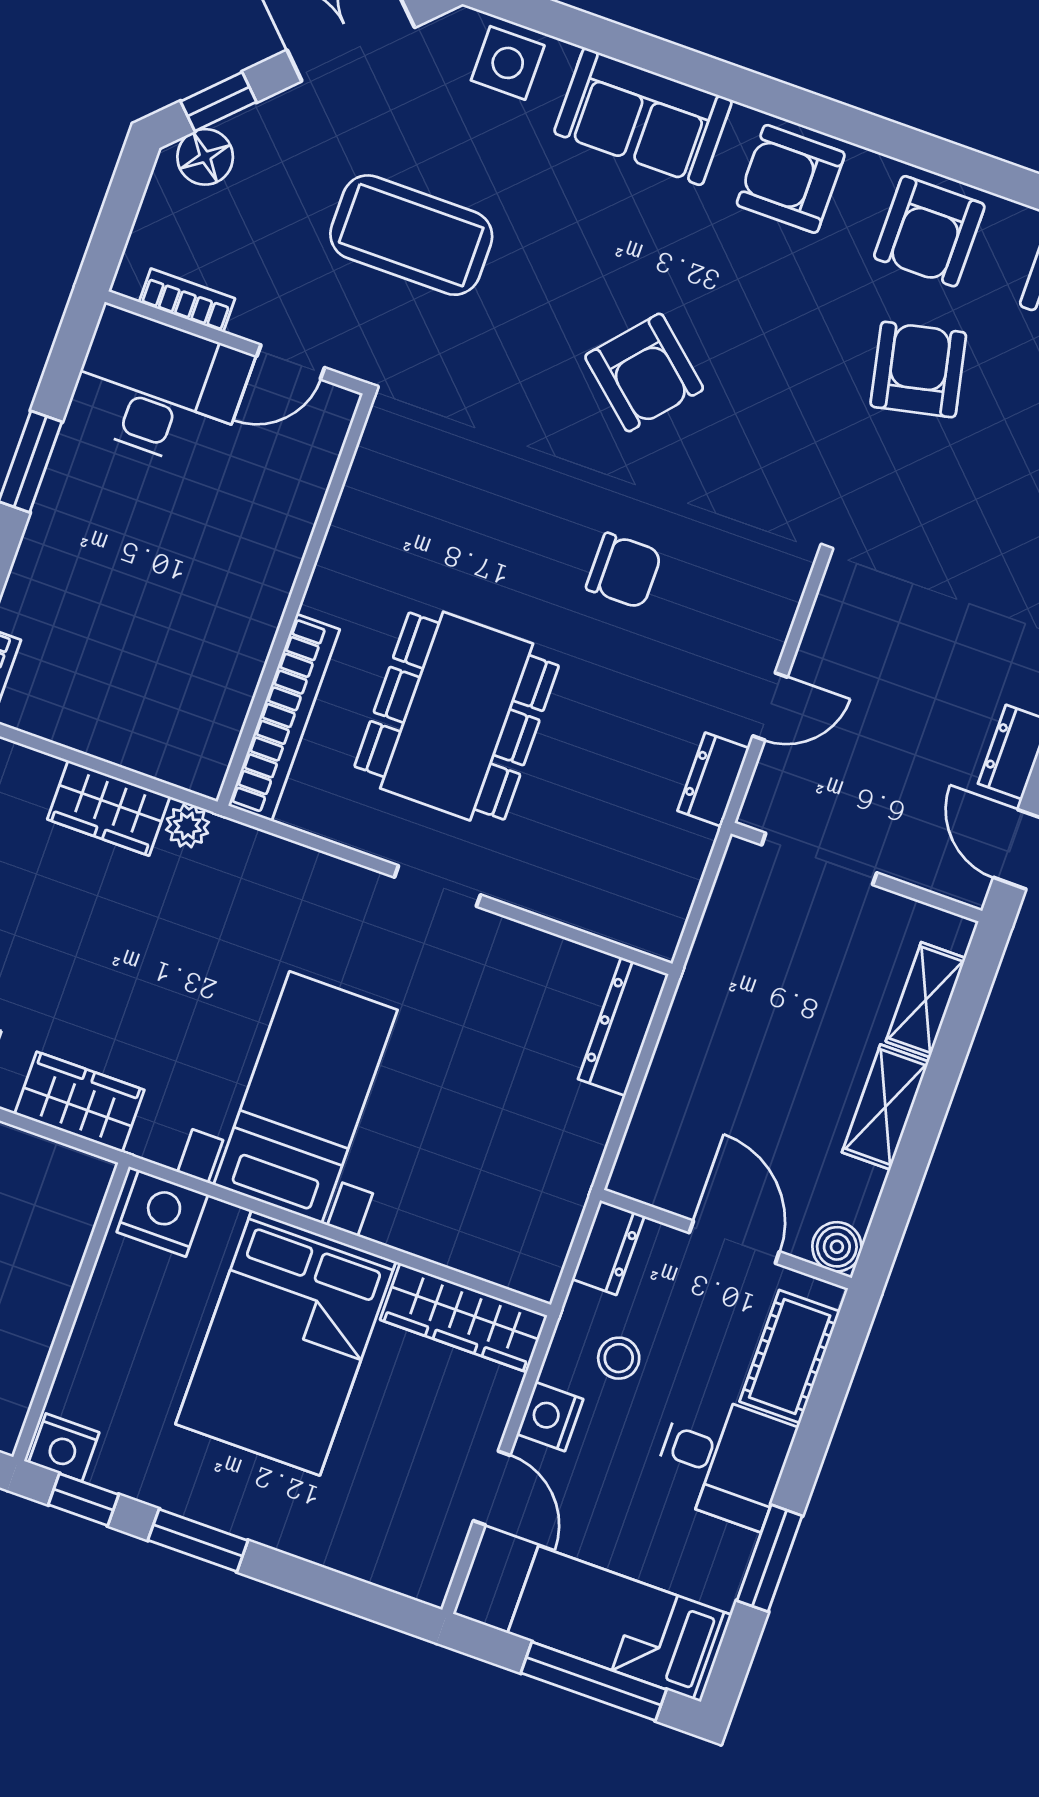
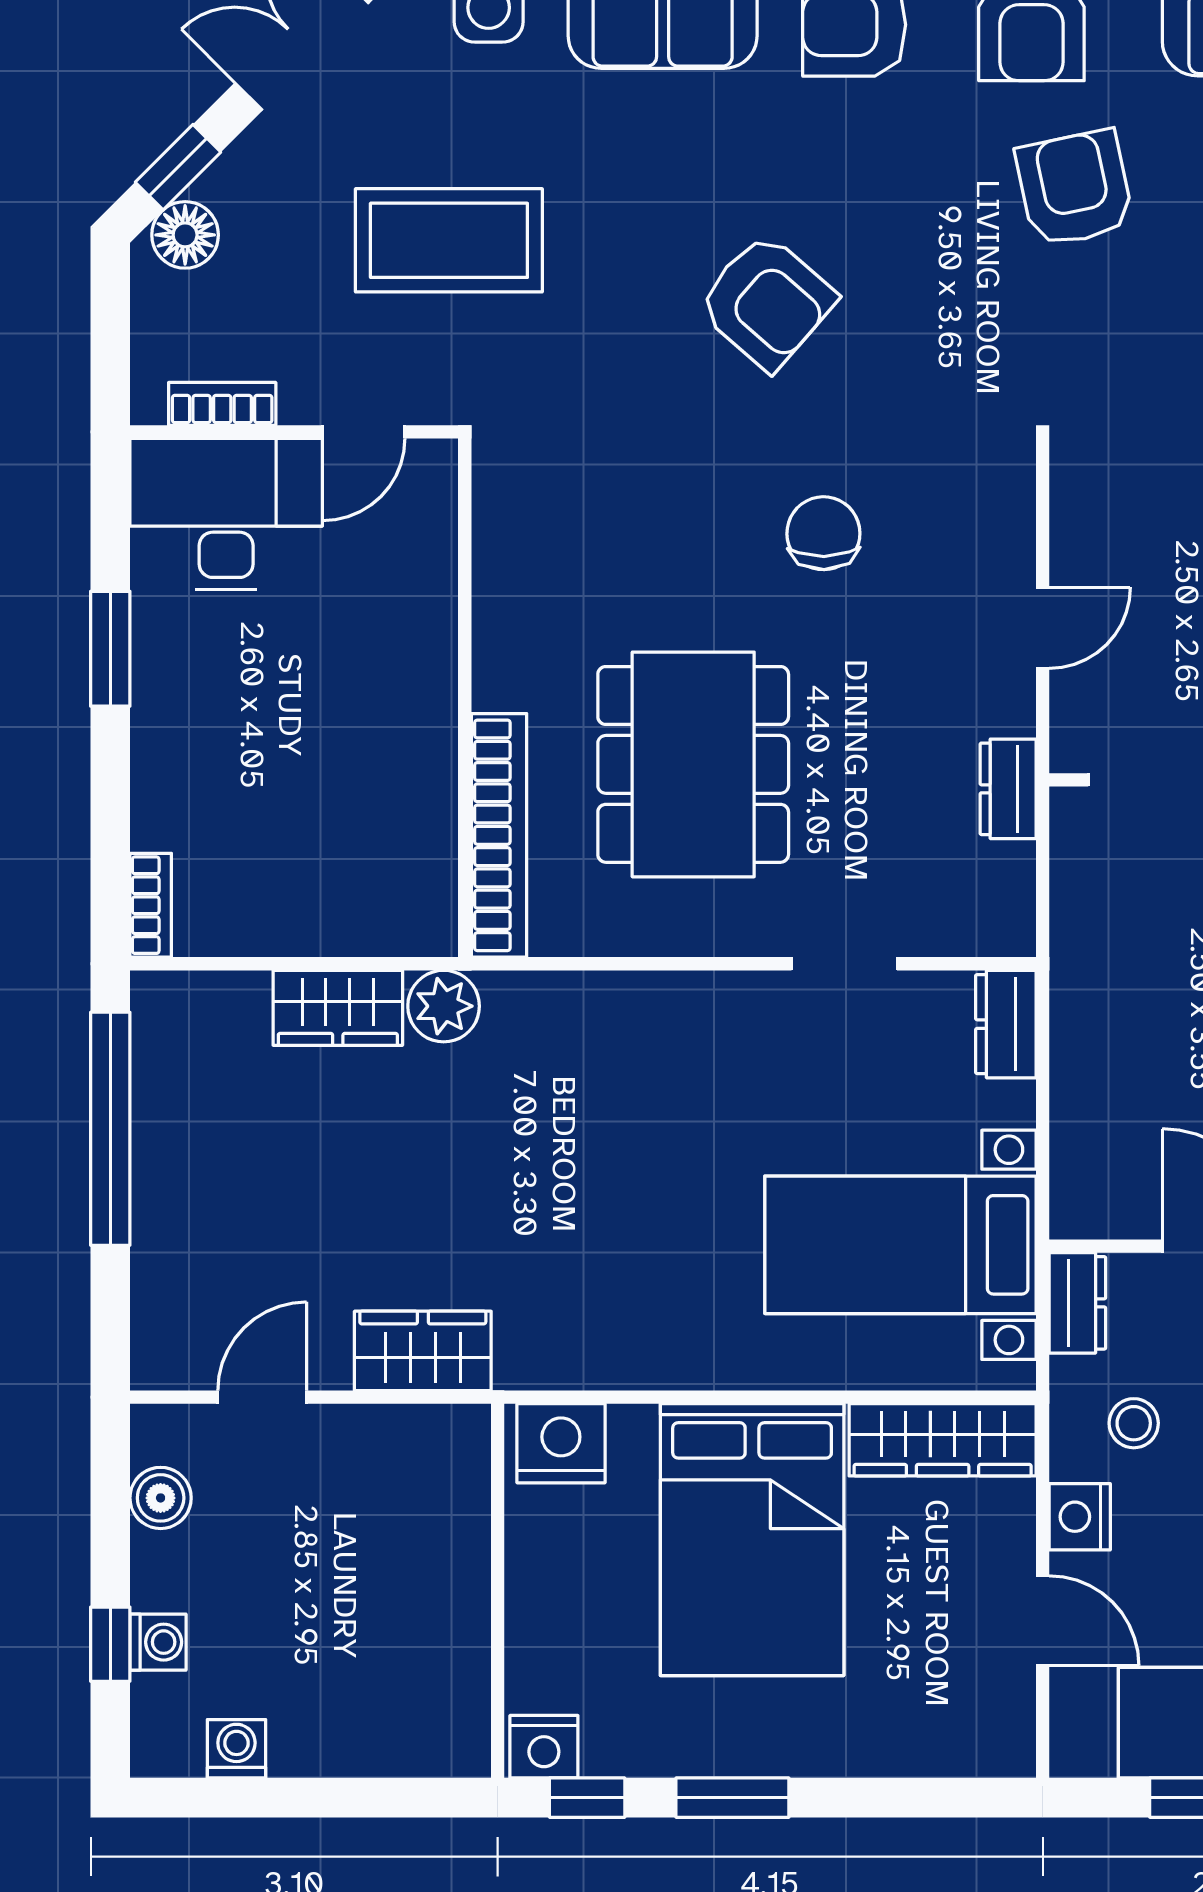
chair: (624, 571) -> (823, 533), turned -91
dresser: (713, 780) -> (1008, 789), moved
plant: (187, 826) -> (444, 1006), width x1.38, depth x1.38
doorway: (437, 886) -> (844, 964), moved
dresser: (623, 1027) -> (1006, 1024), width x0.70
bed with nightstands: (306, 1097) -> (900, 1245), moved, turned -90

